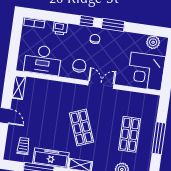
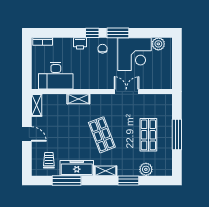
printer: (60, 28) -> (80, 43), moved
chair: (79, 66) -> (91, 76), removed
corner desk: (146, 71) -> (135, 54), moved, turned -90
double door: (101, 85) -> (126, 91), moved
shelving: (63, 87) -> (78, 99), added

